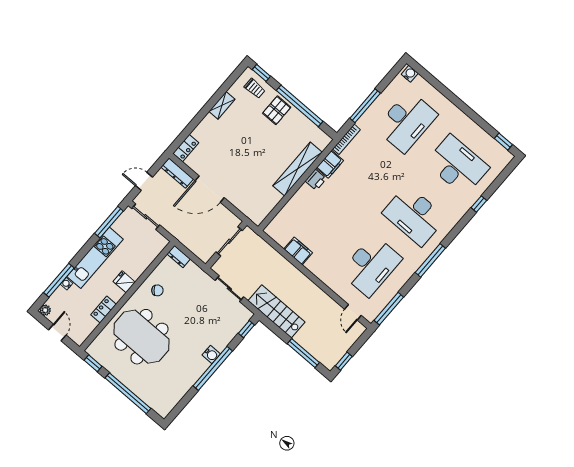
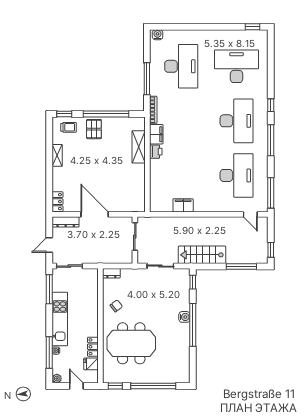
shelving: (298, 169) -> (139, 147), width x0.68
door: (210, 189) -> (95, 214), swing flipped
window: (479, 204) -> (271, 105), moved
desk: (414, 215) -> (237, 121), turned -90
fridge: (124, 282) -> (91, 364), moved

